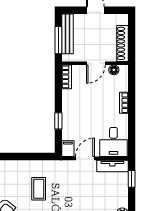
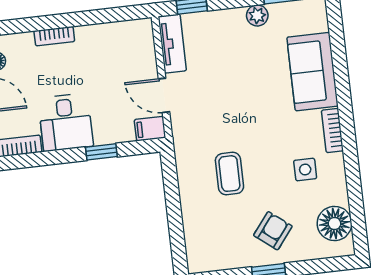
desk: (113, 142) -> (66, 122), moved, turned 90
coffee table: (39, 189) -> (229, 174), turned 90

